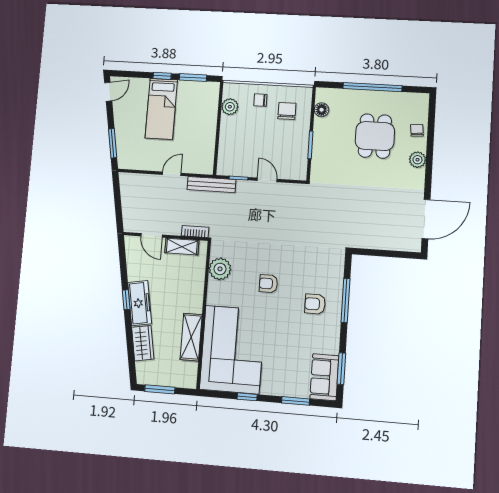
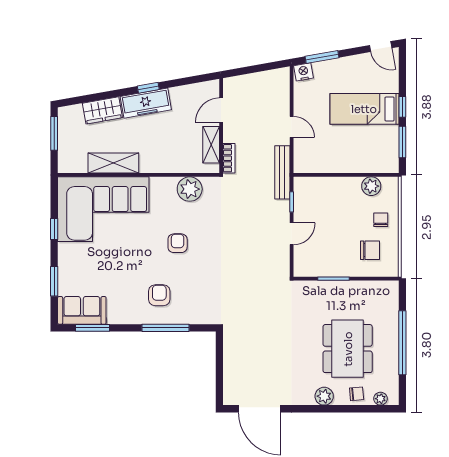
plant: (423, 109) -> (380, 399), added
floor lamp: (322, 110) -> (374, 288), removed
dining table: (375, 136) -> (348, 349), width x1.38
nightstand: (124, 160) -> (304, 72), added

